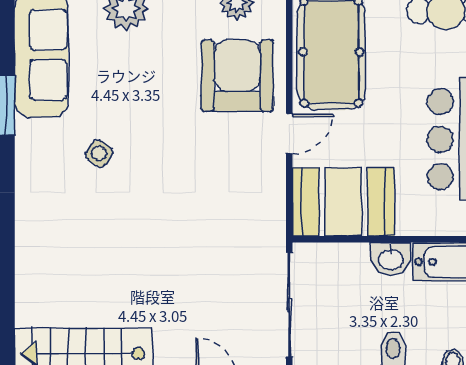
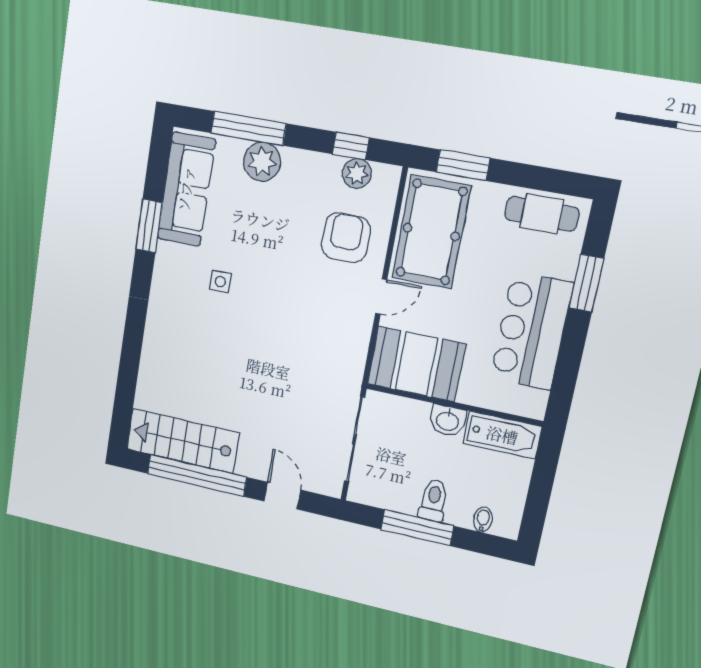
armchair: (237, 76) -> (346, 238), width x0.73, depth x0.73
side table: (99, 153) -> (220, 282), turned -35

